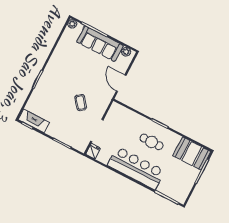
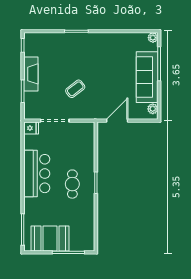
fireplace: (34, 121) -> (31, 74), moved
booth: (192, 153) -> (50, 239), moved, turned 90
bar counter: (136, 168) -> (37, 174), width x0.73

